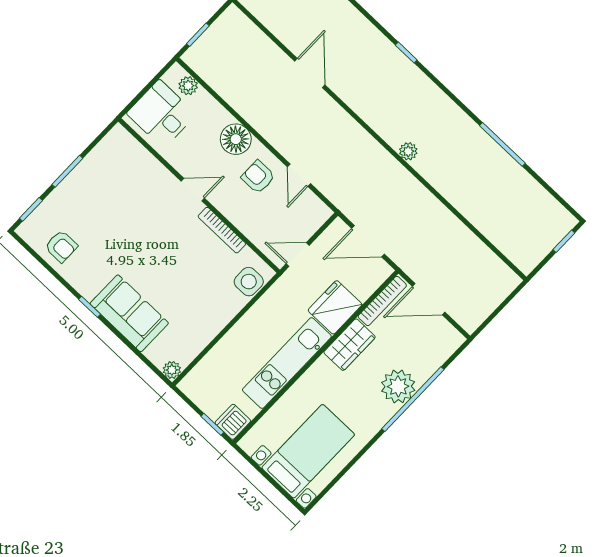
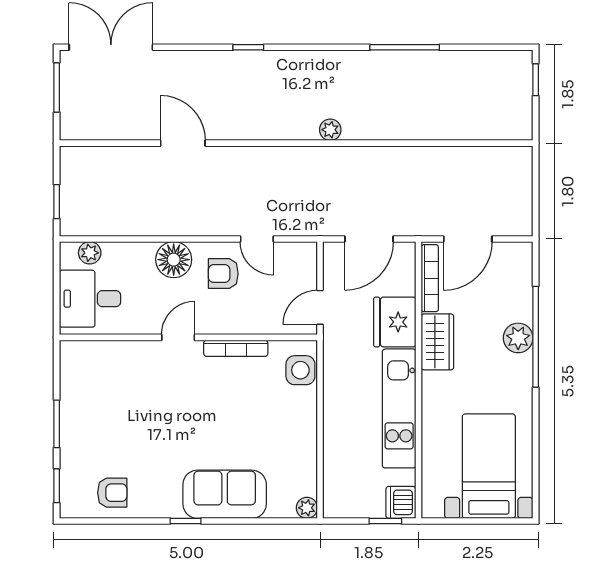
plant: (398, 386) -> (518, 338), width x0.73, depth x0.73

